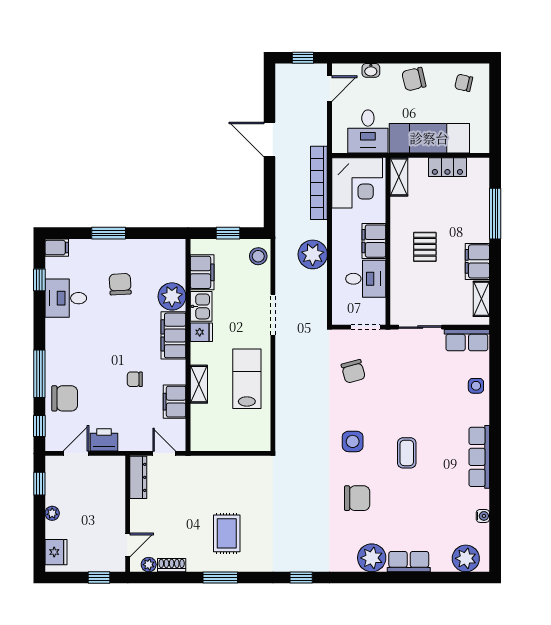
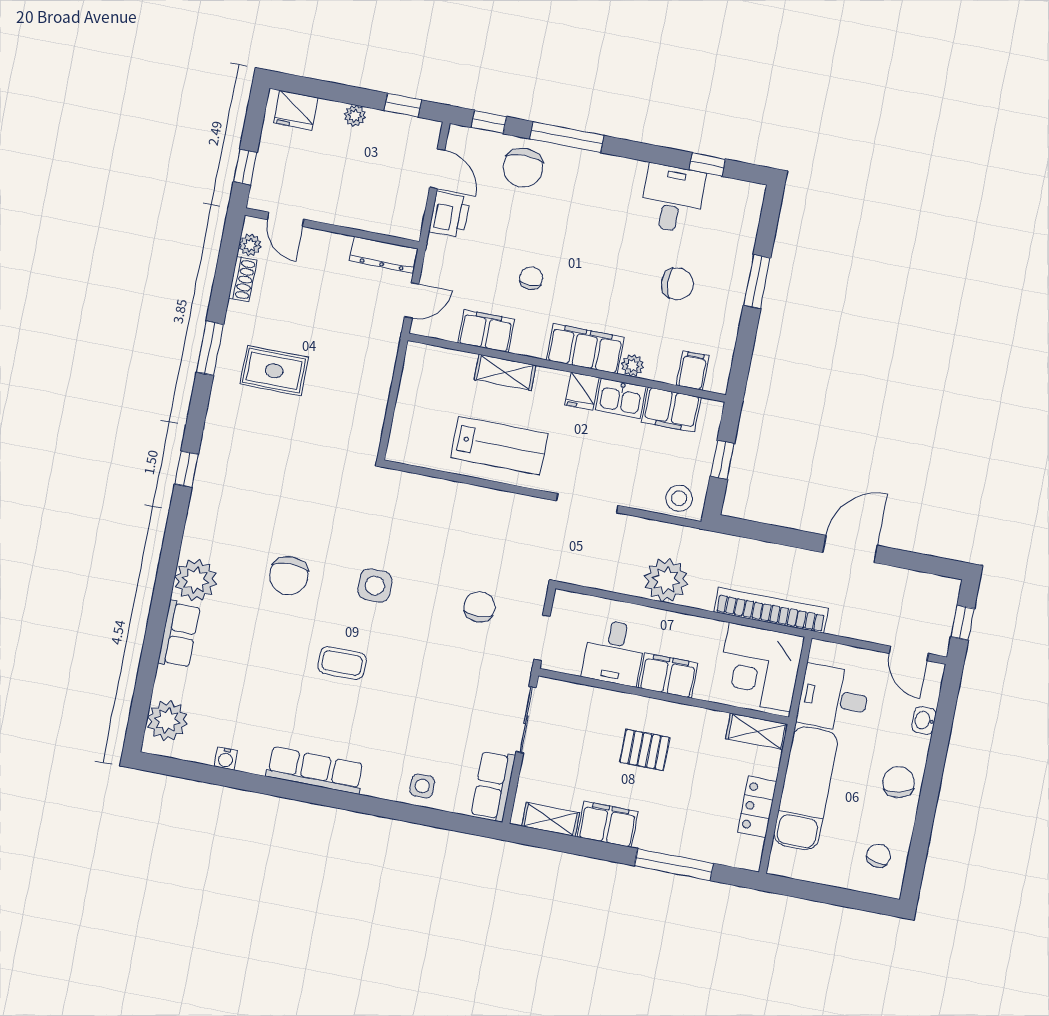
filing cabinet: (57, 248) -> (693, 370), moved, turned 180
plant: (172, 296) -> (633, 365), width x0.53, depth x0.53
chair: (353, 371) -> (479, 607), turned 105

